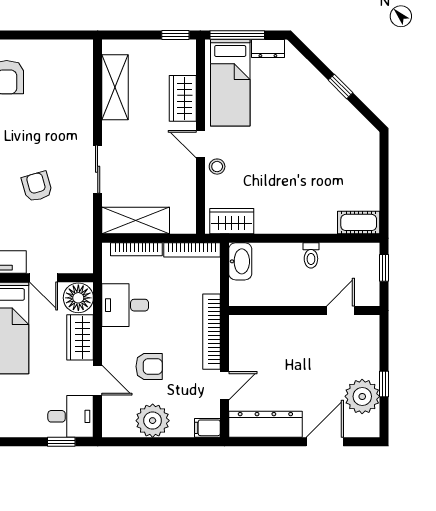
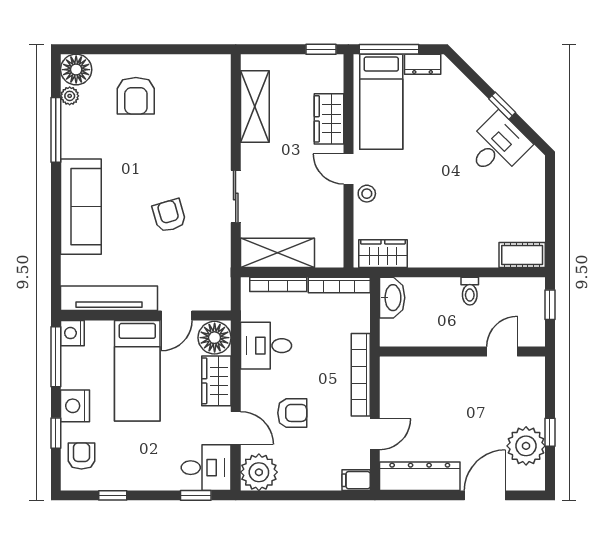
desk: (336, 123) -> (497, 146), added
door: (44, 278) -> (177, 316), hinge flipped
plant: (153, 421) -> (259, 472), moved

